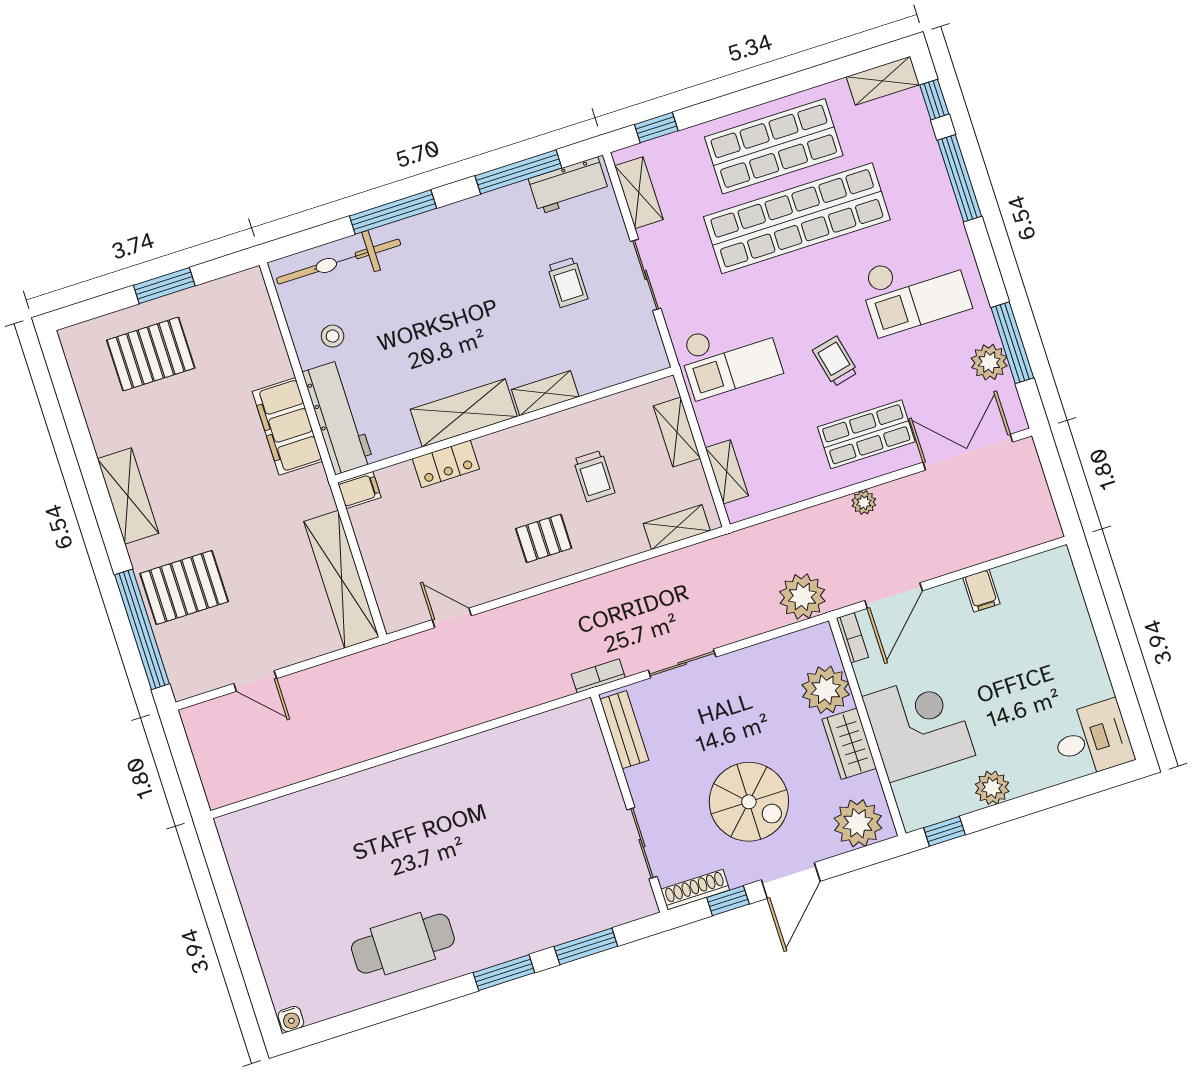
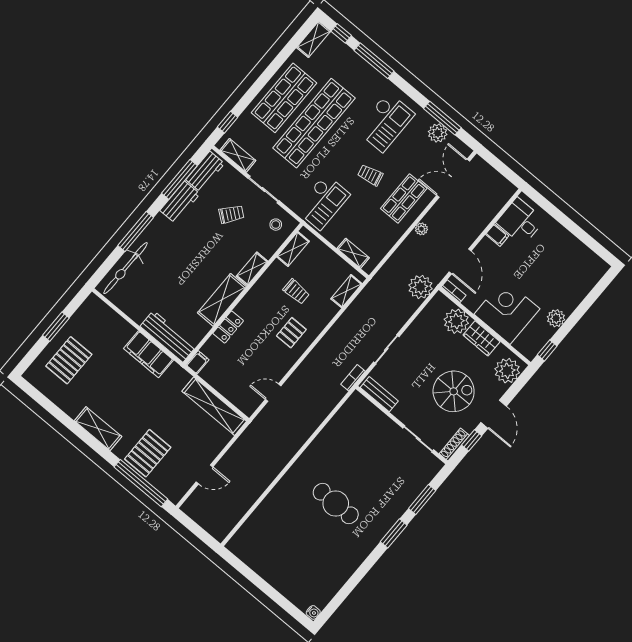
workbench: (496, 210) -> (180, 202), added
trolley: (568, 282) -> (231, 214), turned -52
stool: (333, 336) -> (276, 225), moved
shelving: (677, 432) -> (293, 249), moved, turned 90
desk: (1092, 739) -> (520, 221), moved, turned -90
cafe table: (403, 944) -> (336, 504), moved, turned 90

